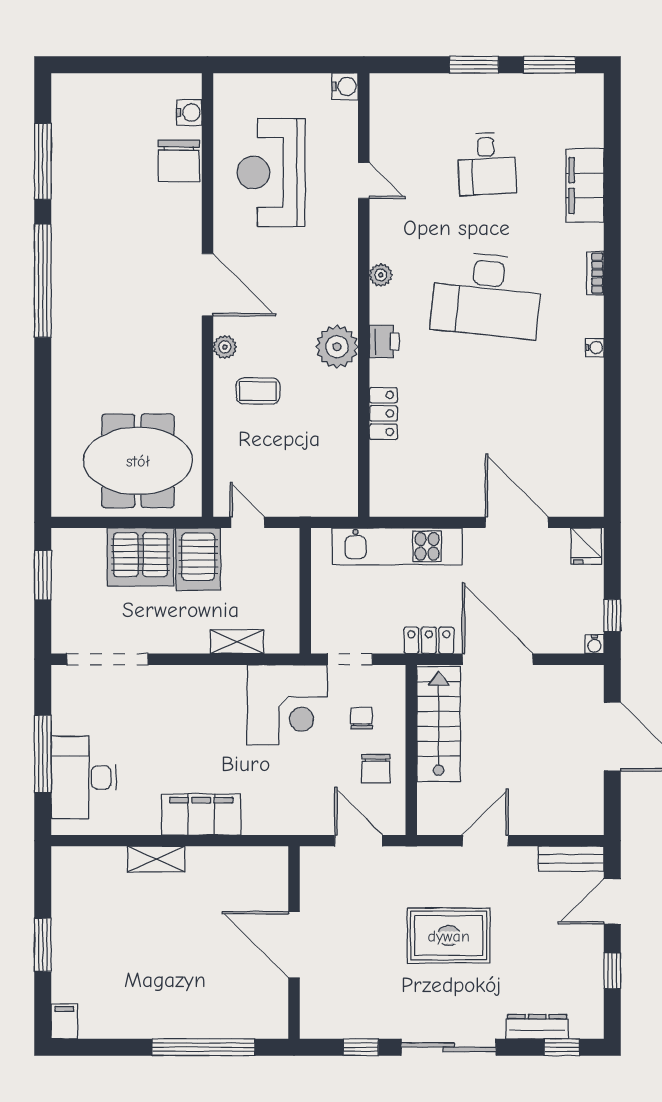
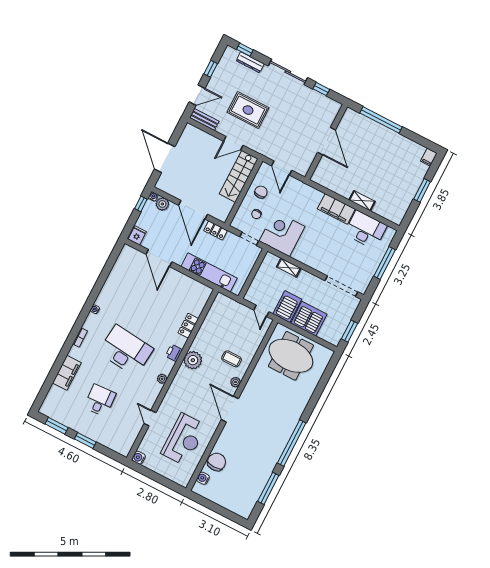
plant: (568, 638) -> (162, 204), added
stairs: (439, 724) -> (239, 176), moved
desk: (84, 777) -> (366, 230), moved, turned -90
rug: (449, 936) -> (248, 110), moved

